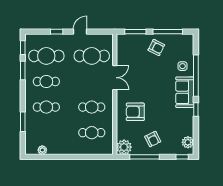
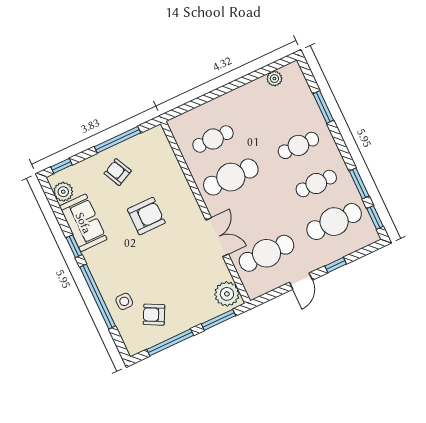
armchair: (156, 47) -> (154, 315), moved
double door: (115, 78) -> (217, 237), swing flipped
sofa: (185, 92) -> (83, 223), moved
cafe table: (92, 107) -> (231, 177), width x1.37, depth x1.35
armchair: (135, 112) -> (146, 216), moved
plant: (124, 147) -> (227, 294), moved

